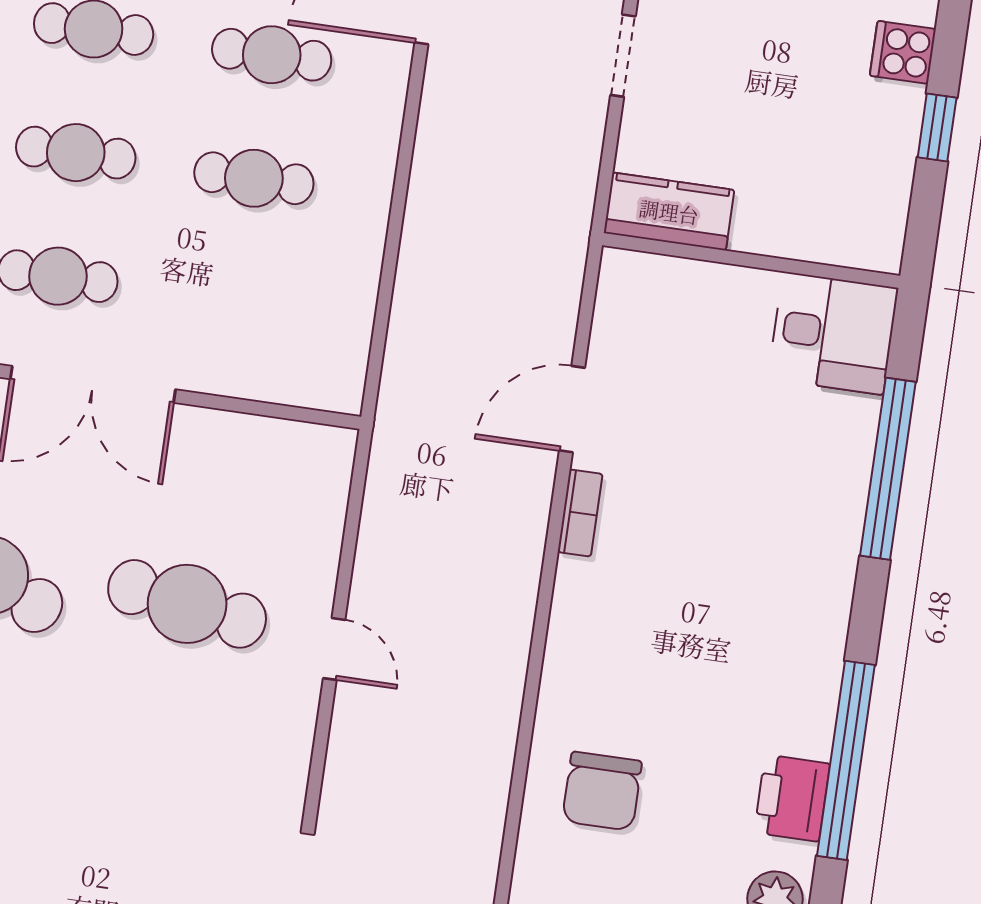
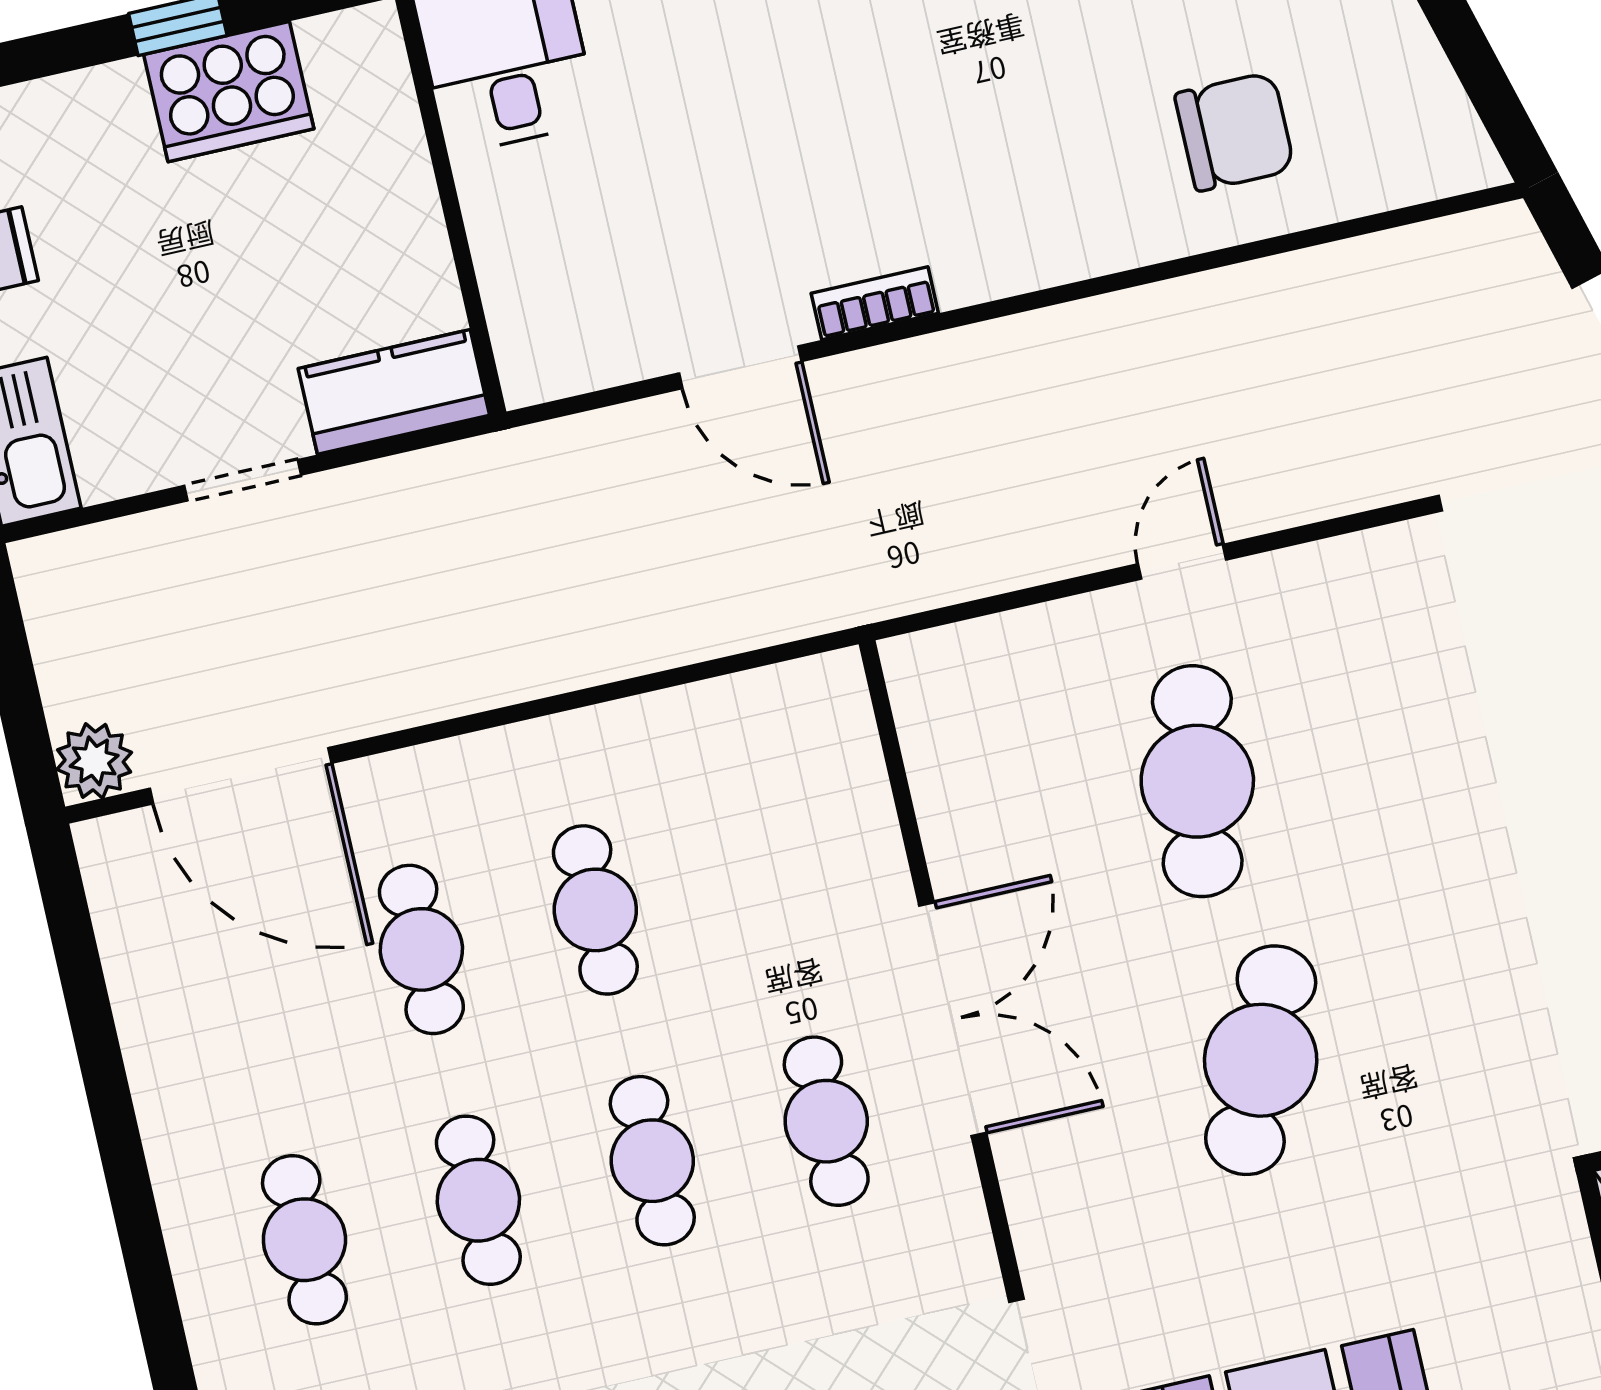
cooker: (903, 52) -> (229, 92), moved, width x1.87, depth x1.31
kitchen counter: (669, 211) -> (394, 392), moved, turned 90

